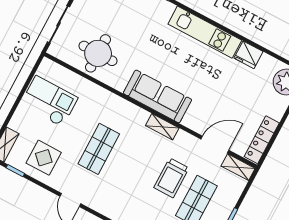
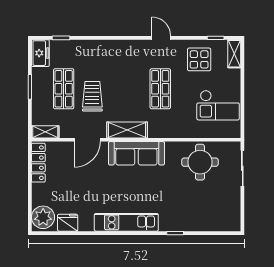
fridge: (248, 55) -> (68, 223), moved
shelving: (162, 127) -> (127, 130), width x1.50, depth x1.33
door: (215, 145) -> (87, 140), moved

